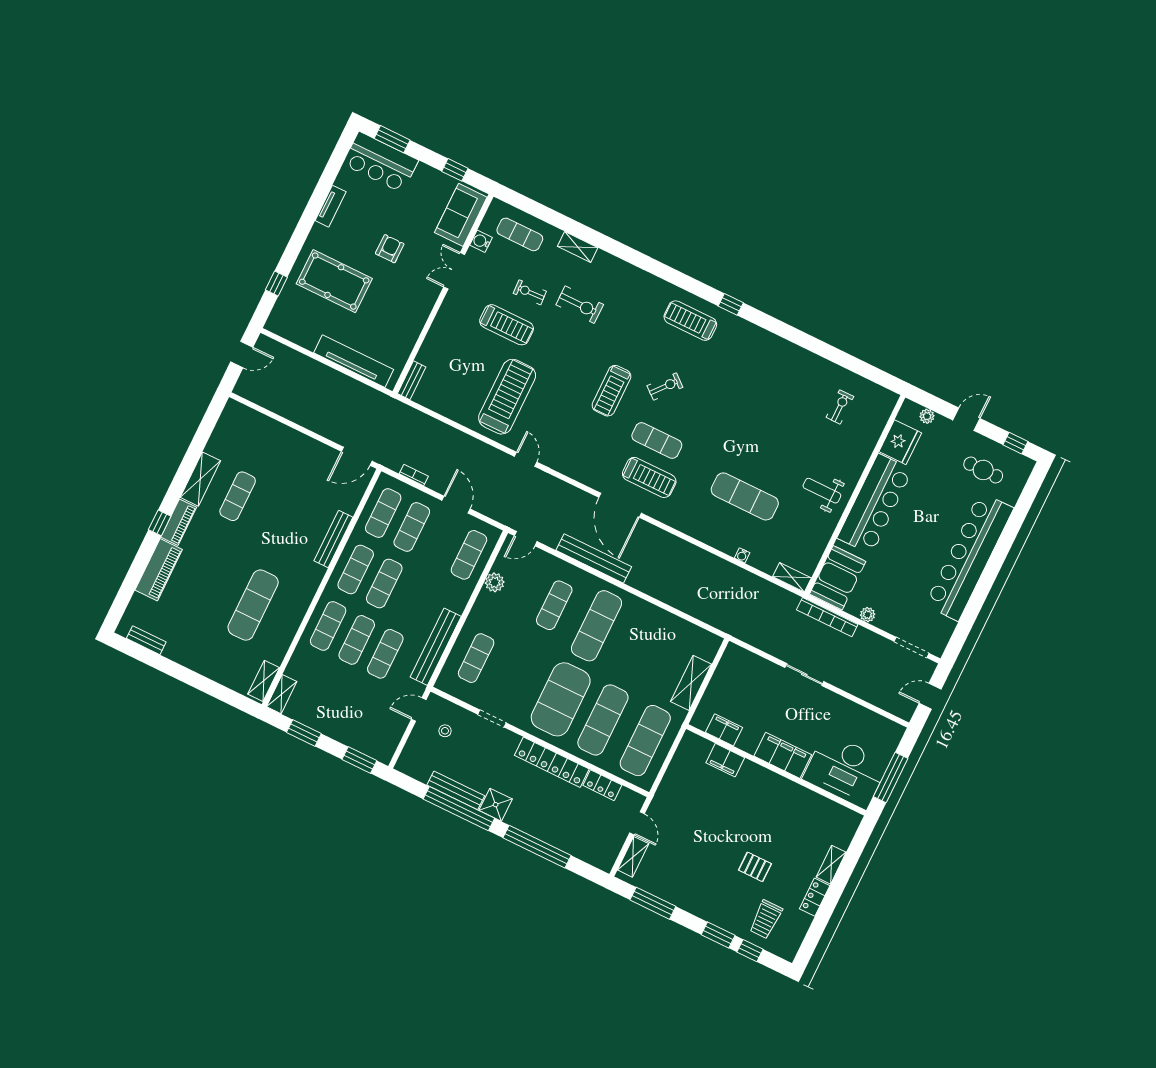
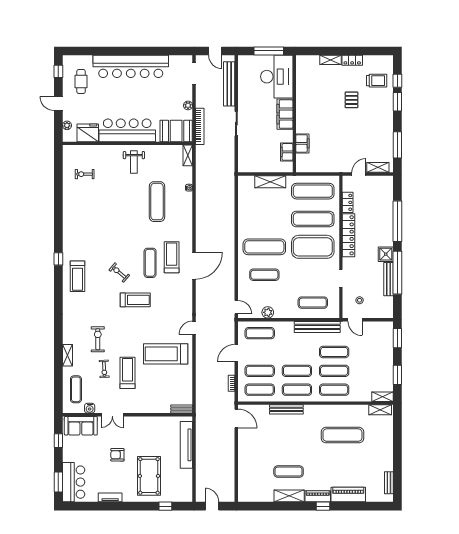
bench: (594, 558) -> (229, 84), moved

